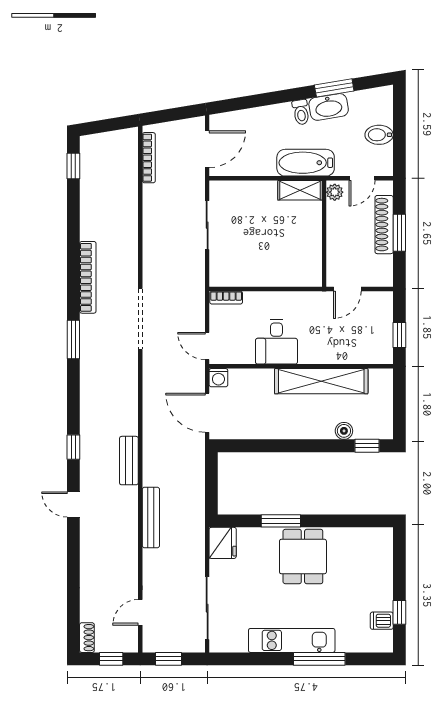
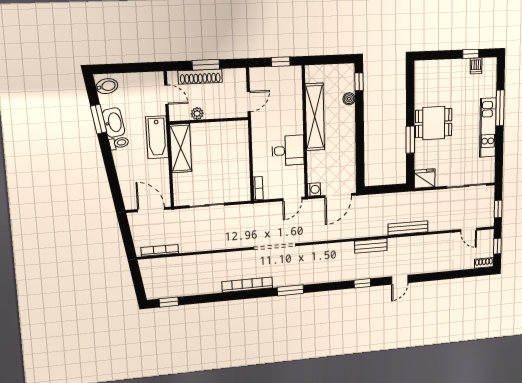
bidet: (379, 135) -> (107, 86), moved, turned -99
shelving: (300, 190) -> (181, 148), width x1.50, depth x1.33
plant: (335, 192) -> (197, 114), moved
door: (347, 289) -> (249, 101), hinge flipped

